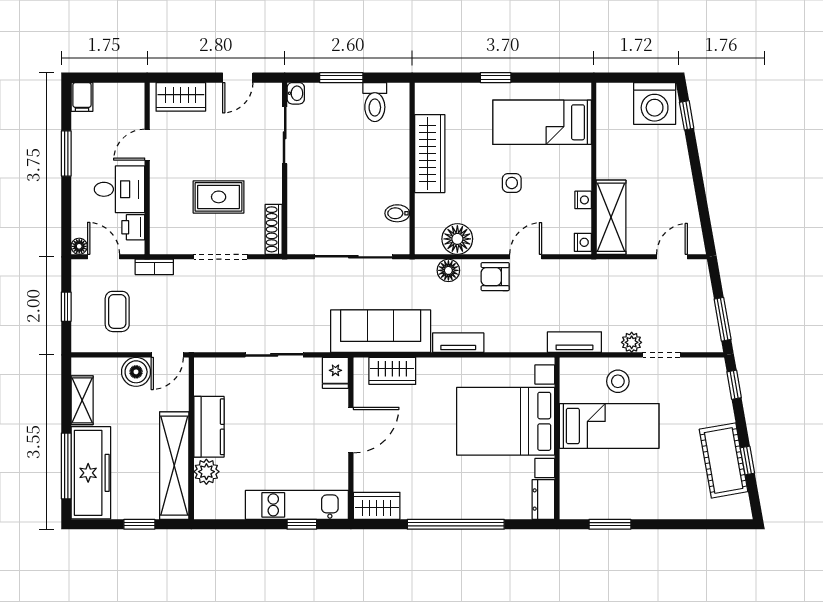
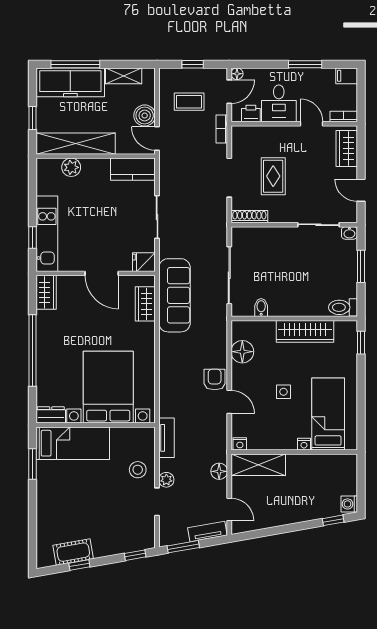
window: (496, 78) -> (361, 343), moved
bookcase: (137, 101) -> (344, 116), added
toilet: (375, 102) -> (343, 307), moved
washing machine: (655, 103) -> (349, 504), width x0.53, depth x0.53
nightstand: (583, 200) -> (304, 444), moved
floor lamp: (448, 270) -> (219, 471), moved
tv unit: (458, 343) -> (207, 532), moved, turned -100
bed: (609, 426) -> (73, 443), moved, turned -90
kitchen counter: (209, 427) -> (133, 169), moved
cot: (724, 460) -> (73, 552), width x0.73, depth x0.75

